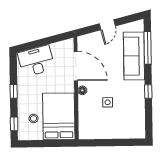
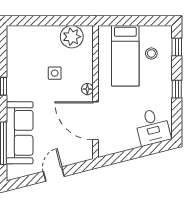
desk: (36, 61) -> (152, 127), width x0.73
bed: (59, 116) -> (125, 56), width x0.67
plant: (95, 130) -> (72, 37), added

